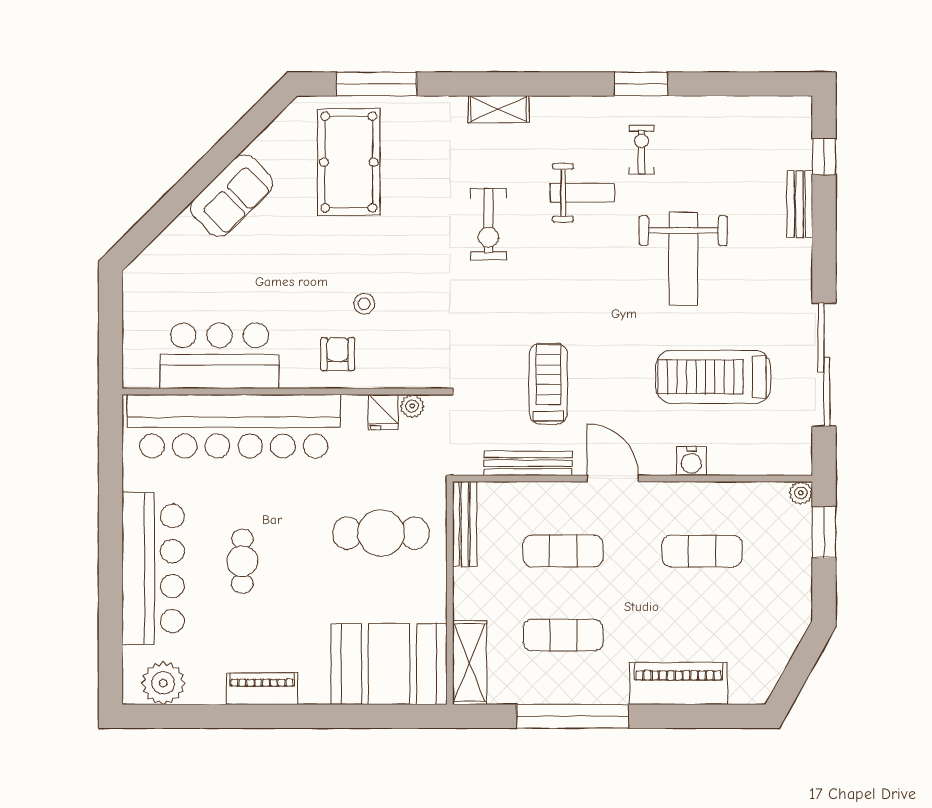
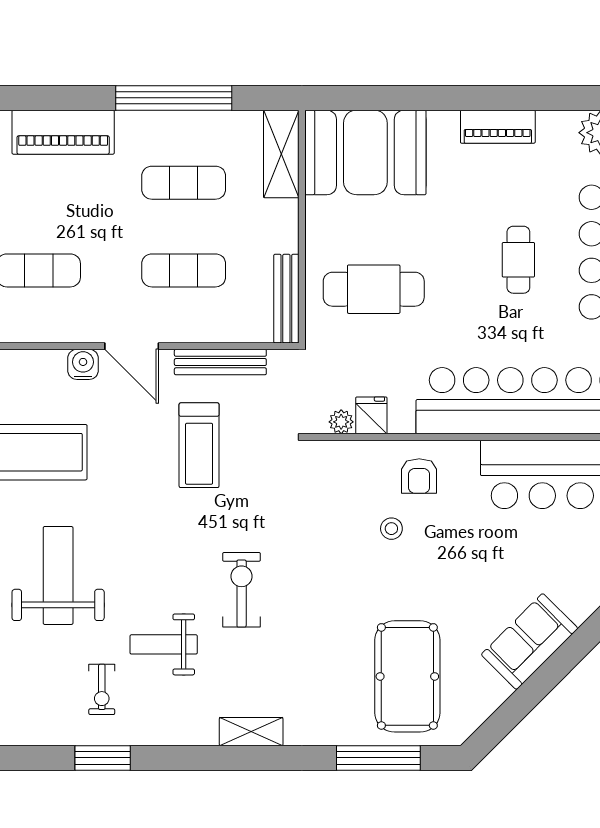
exercise bike: (489, 224) -> (242, 590), moved
water cooler: (691, 461) -> (83, 364), moved

